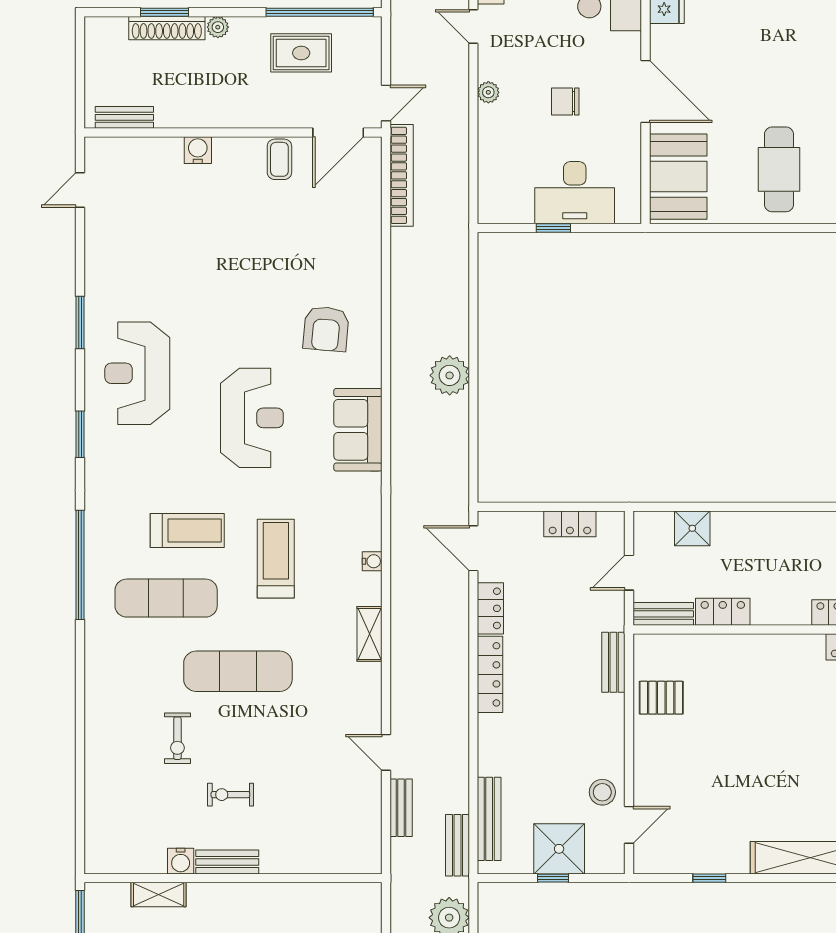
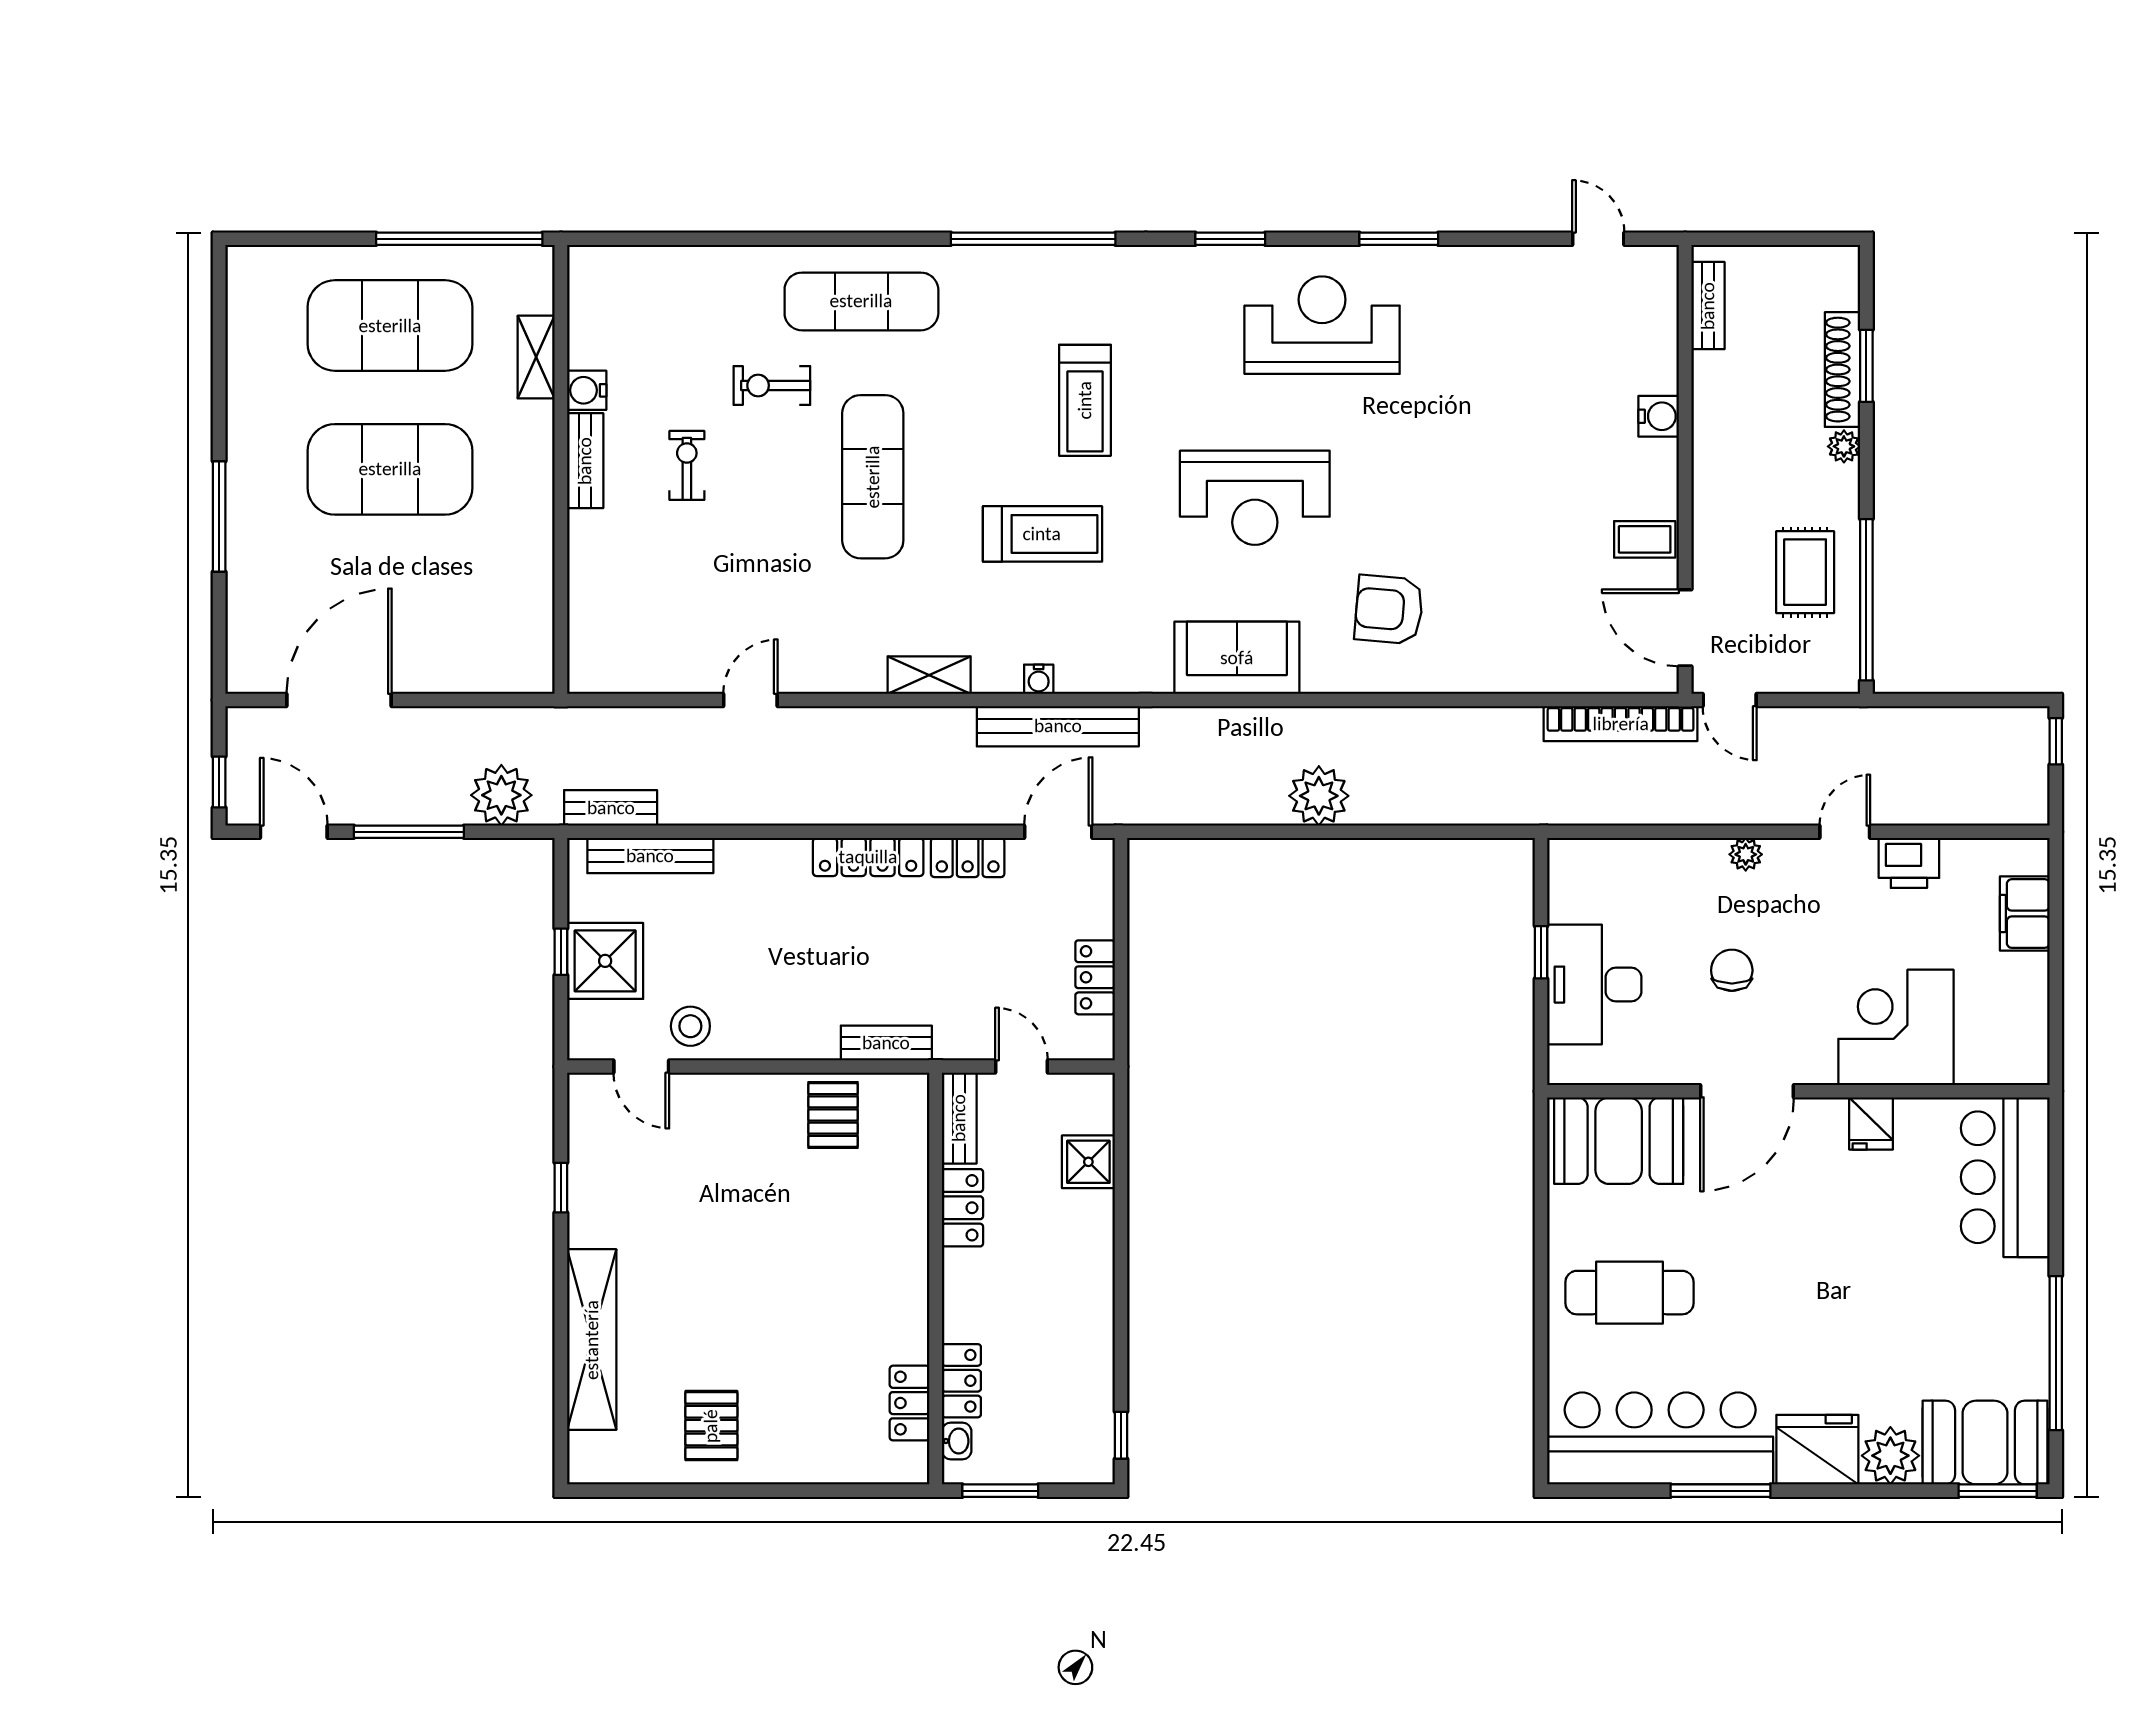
exercise mat: (166, 598) -> (861, 301), moved, turned 90
bench: (401, 808) -> (1058, 726), moved, width x1.86, depth x1.21

